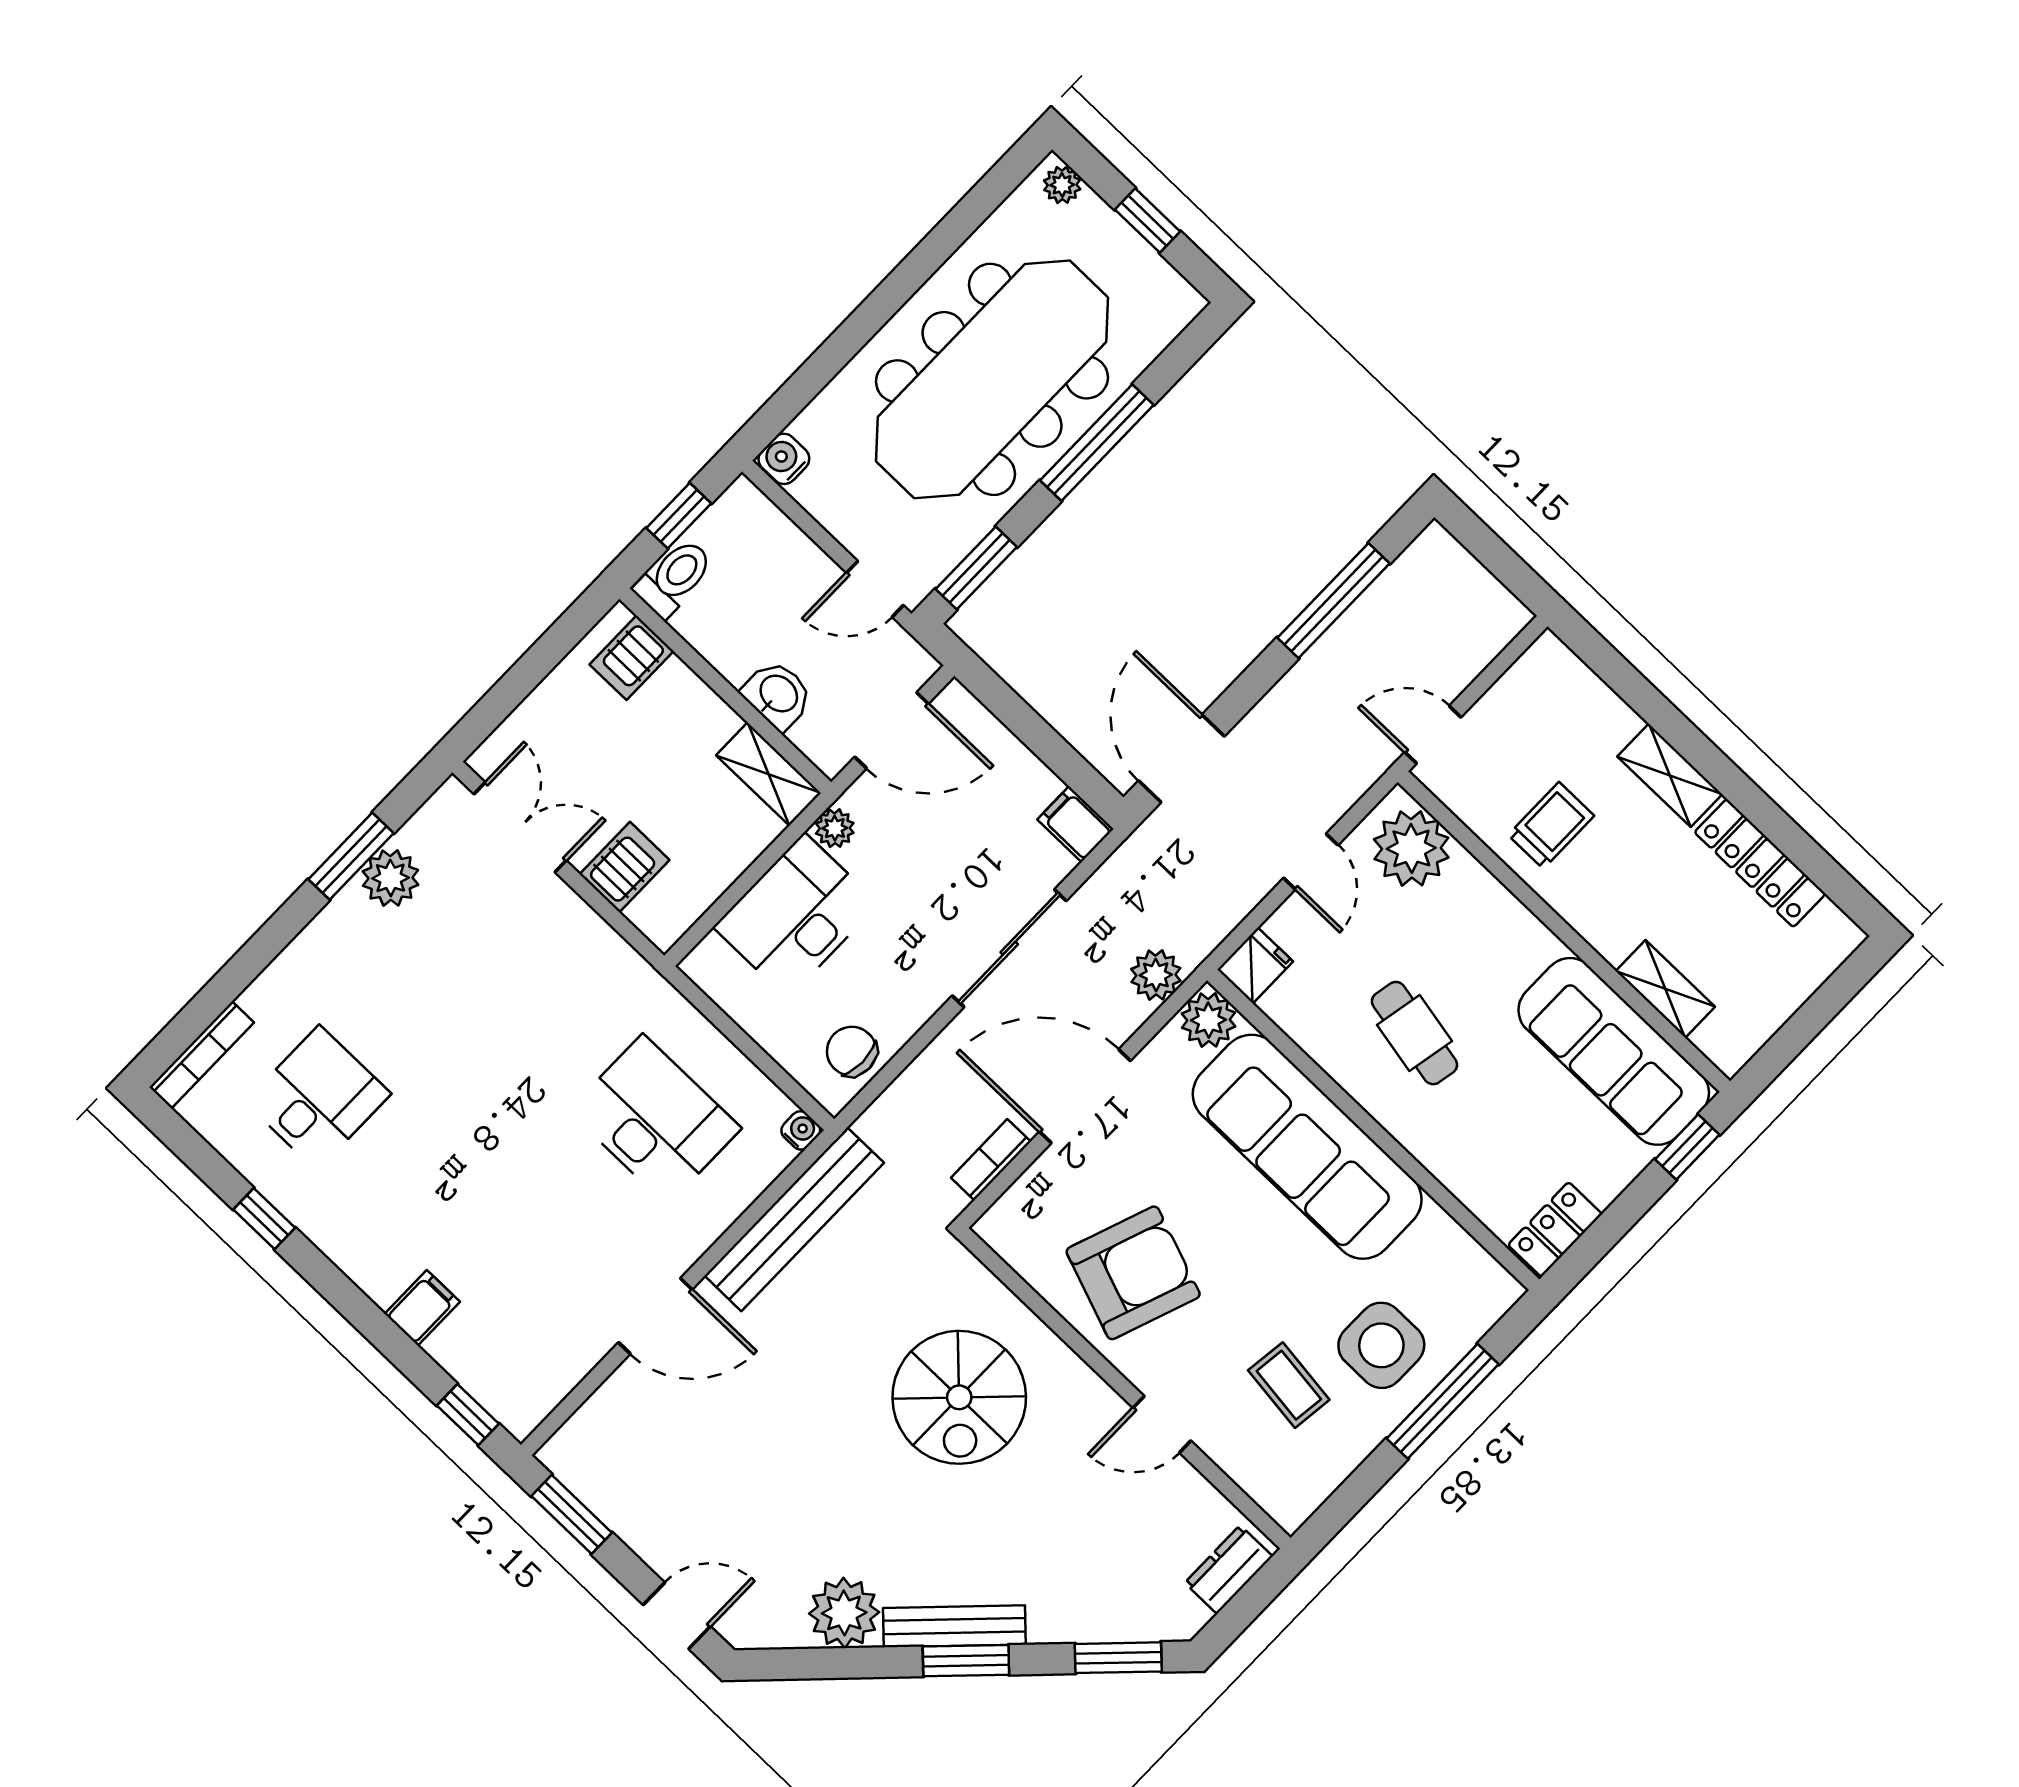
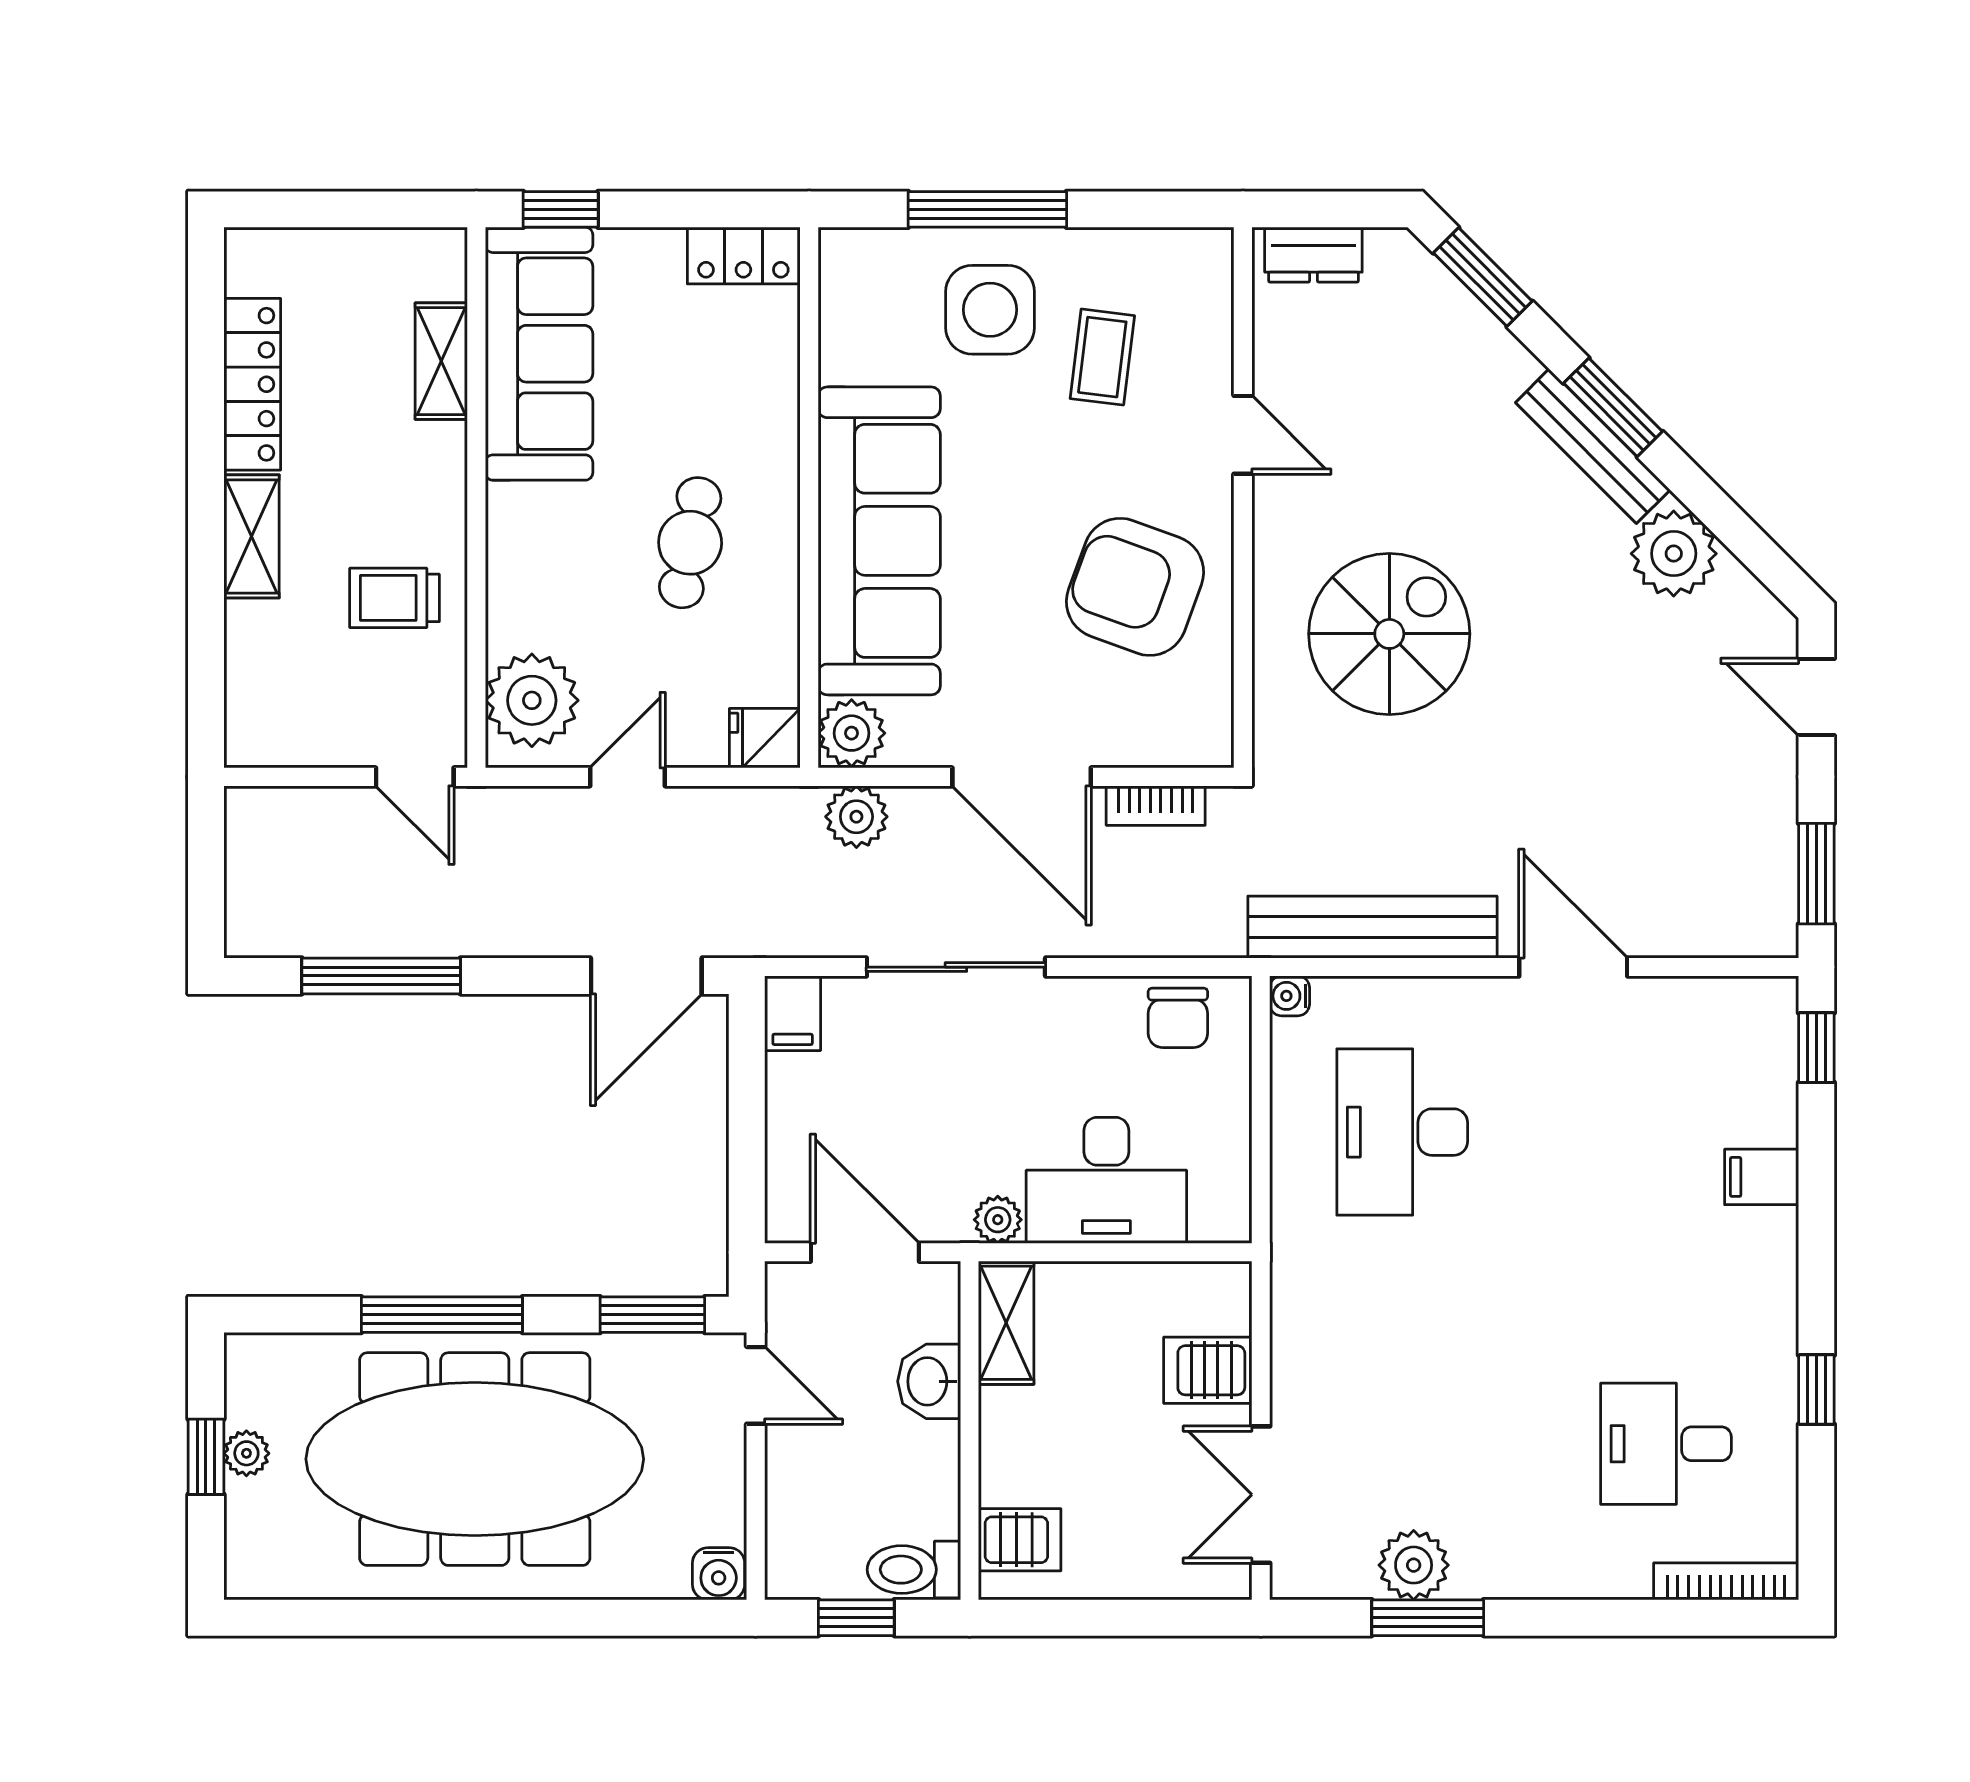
plant: (1062, 185) -> (246, 1453), moved

